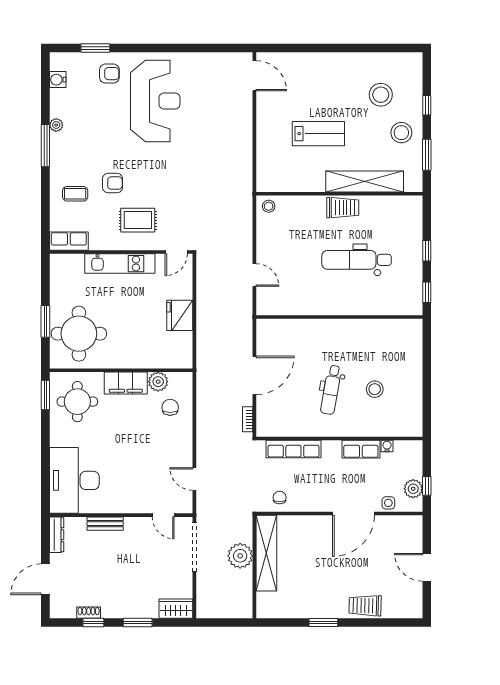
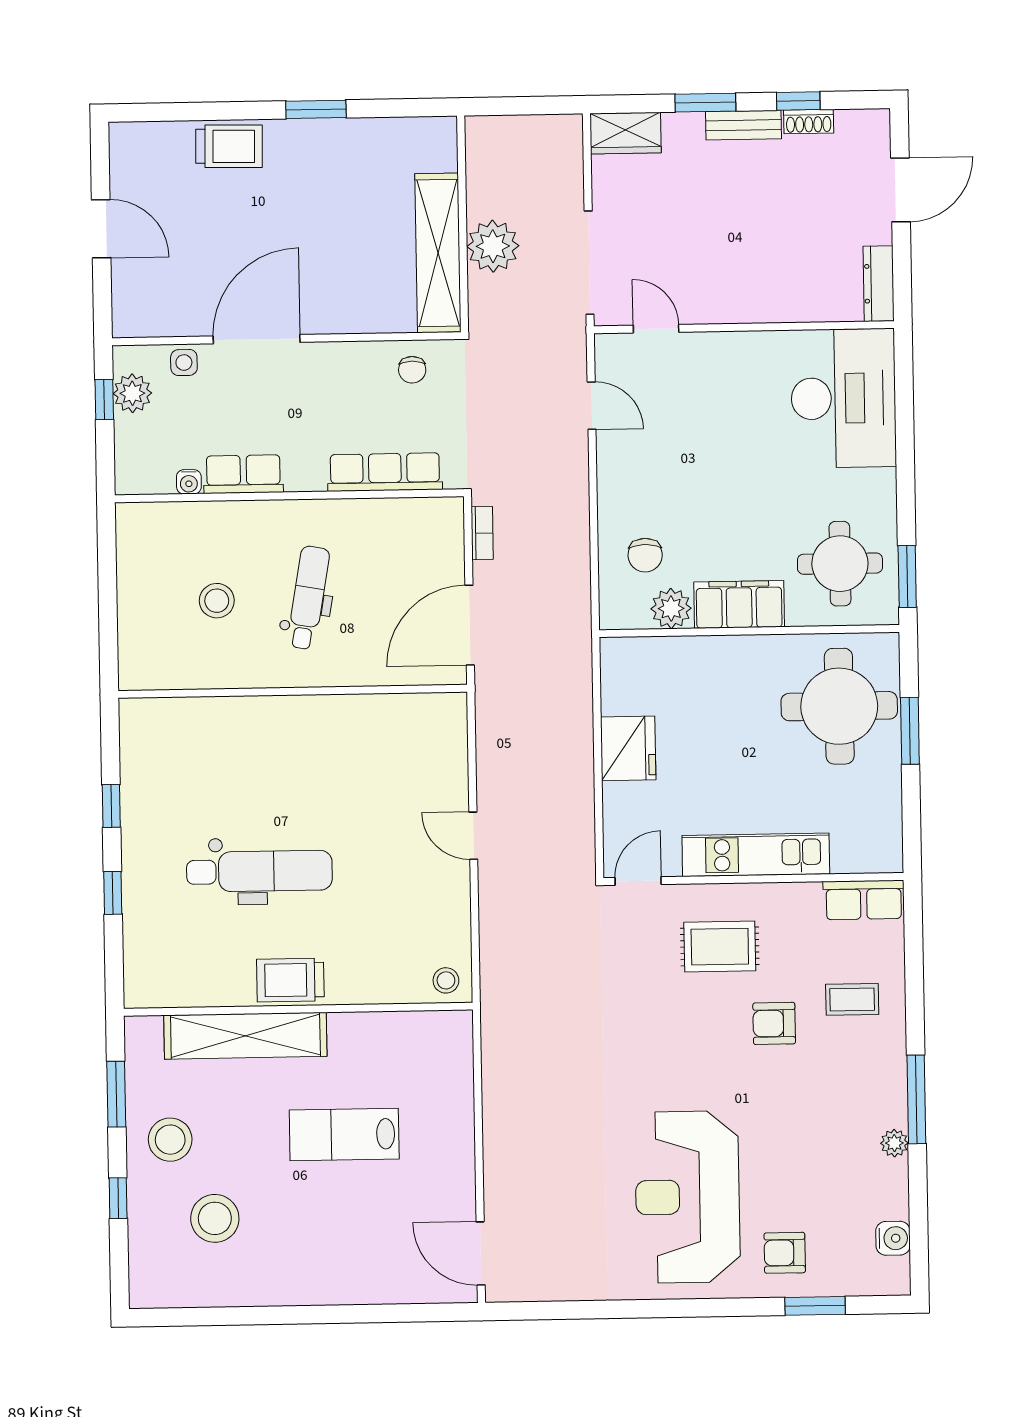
wall: (339, 317) -> (293, 691), moved
bench: (105, 524) -> (743, 125), moved

